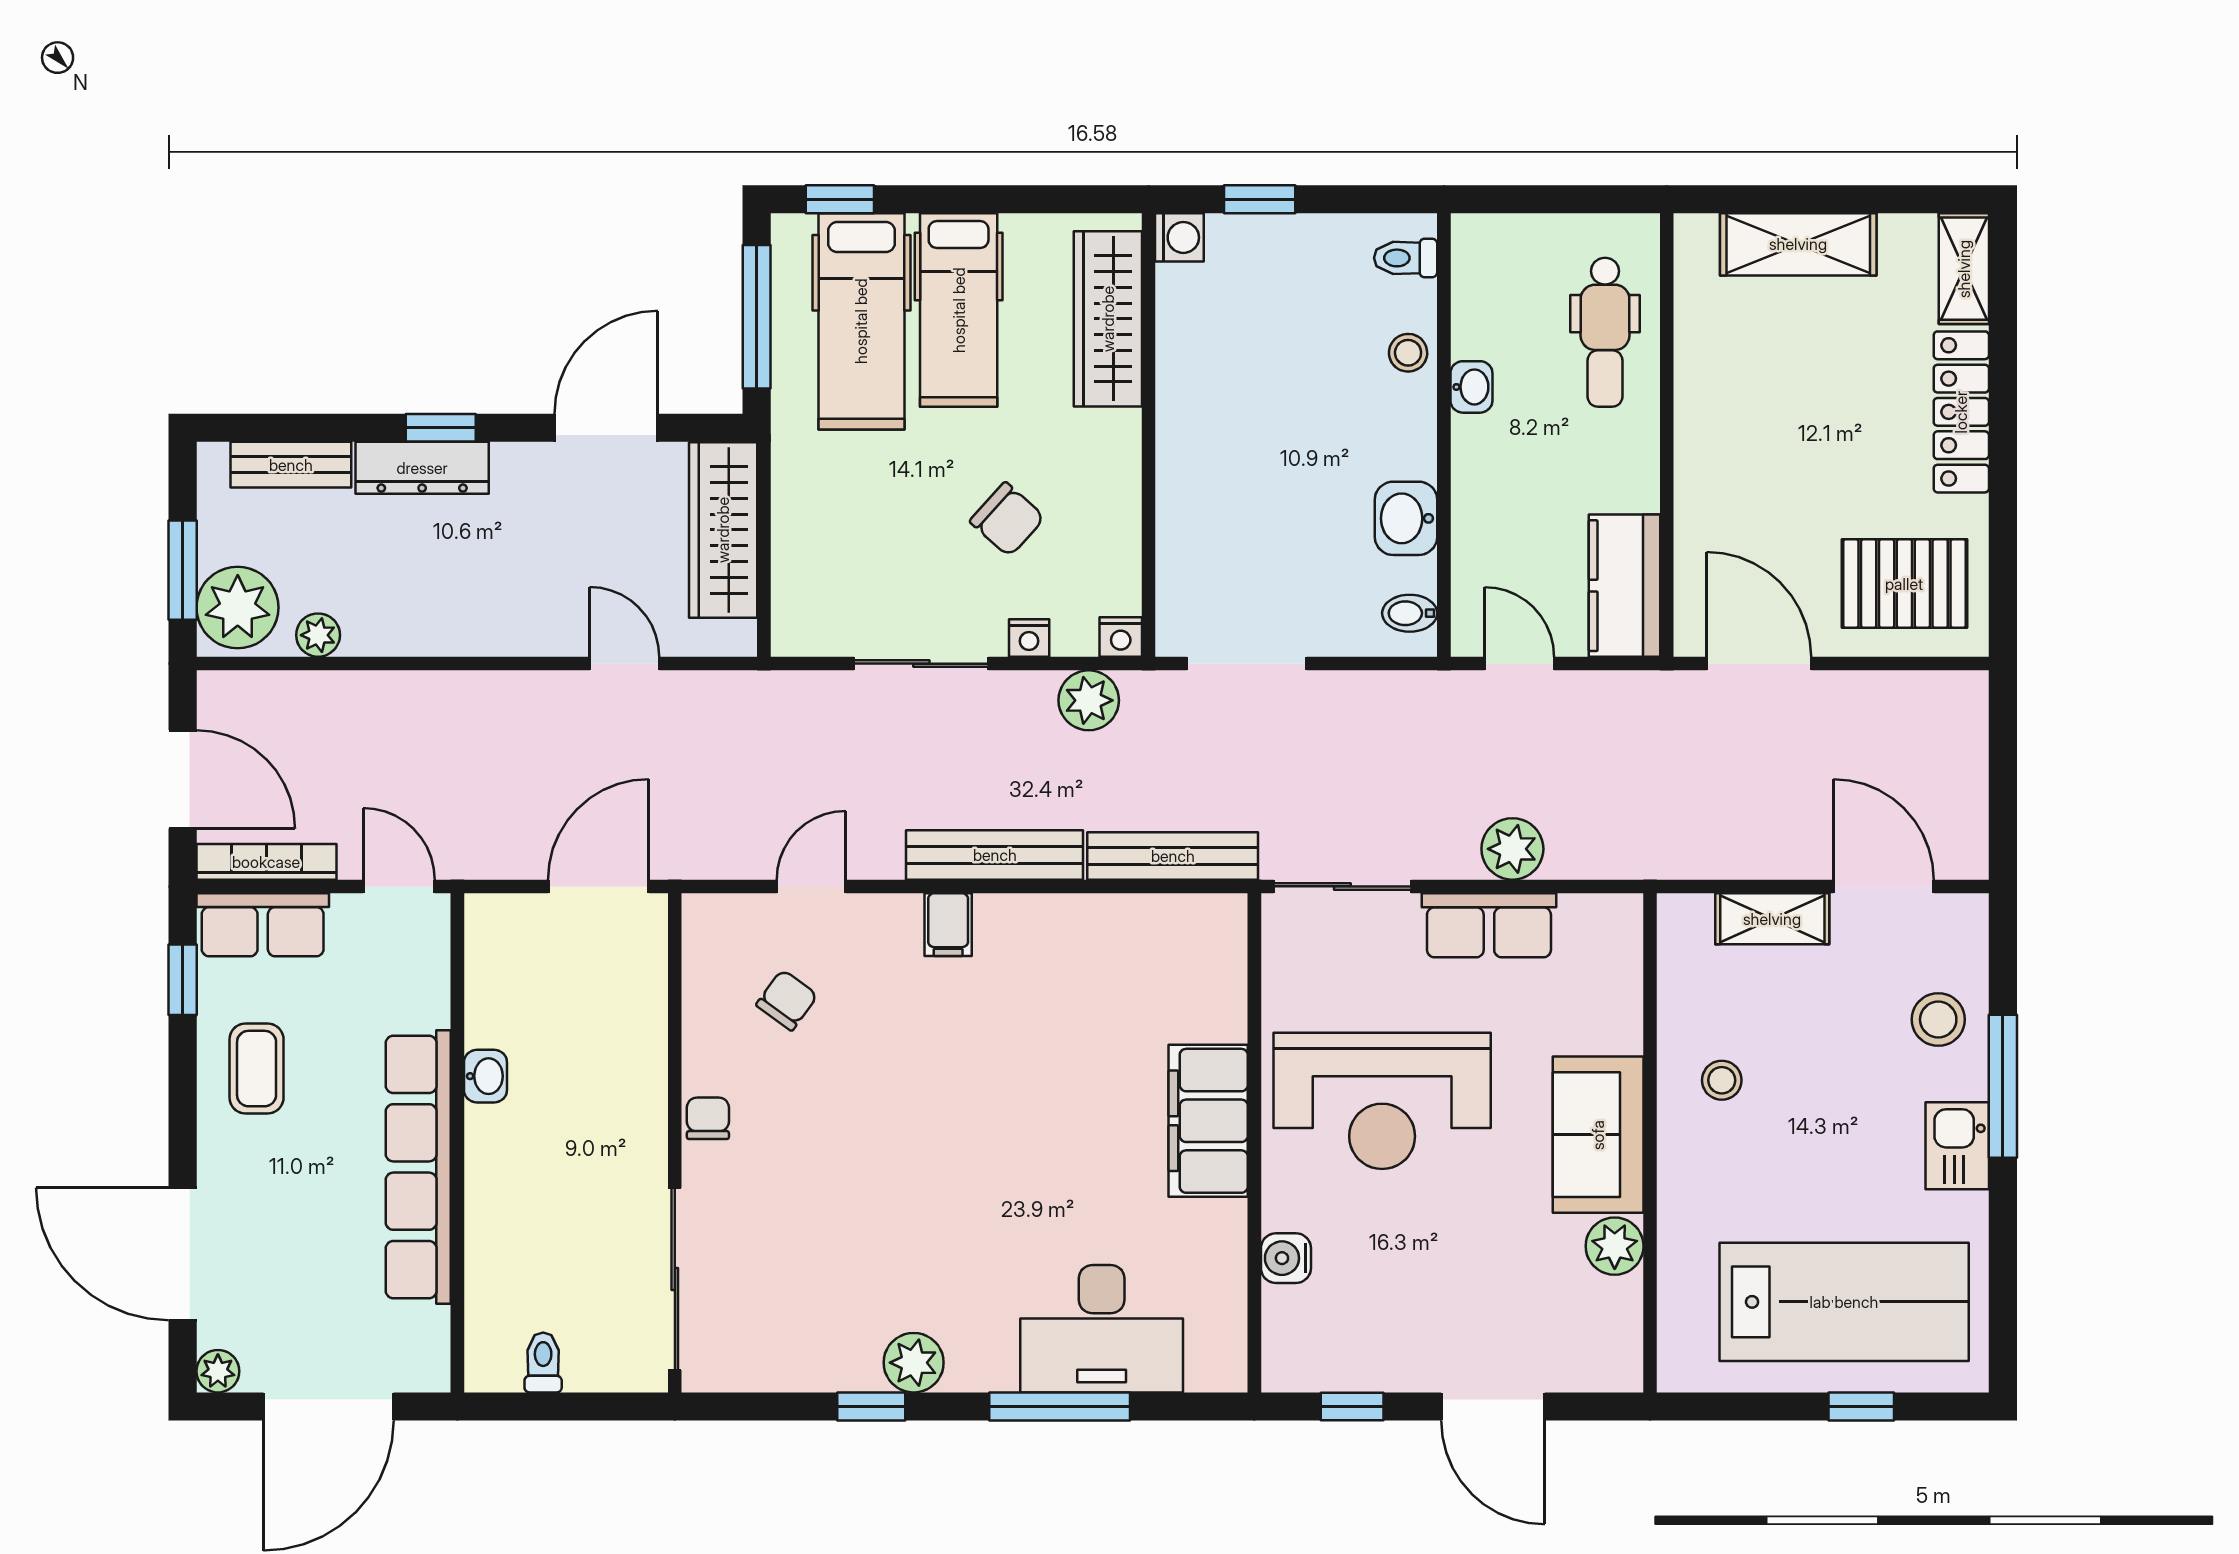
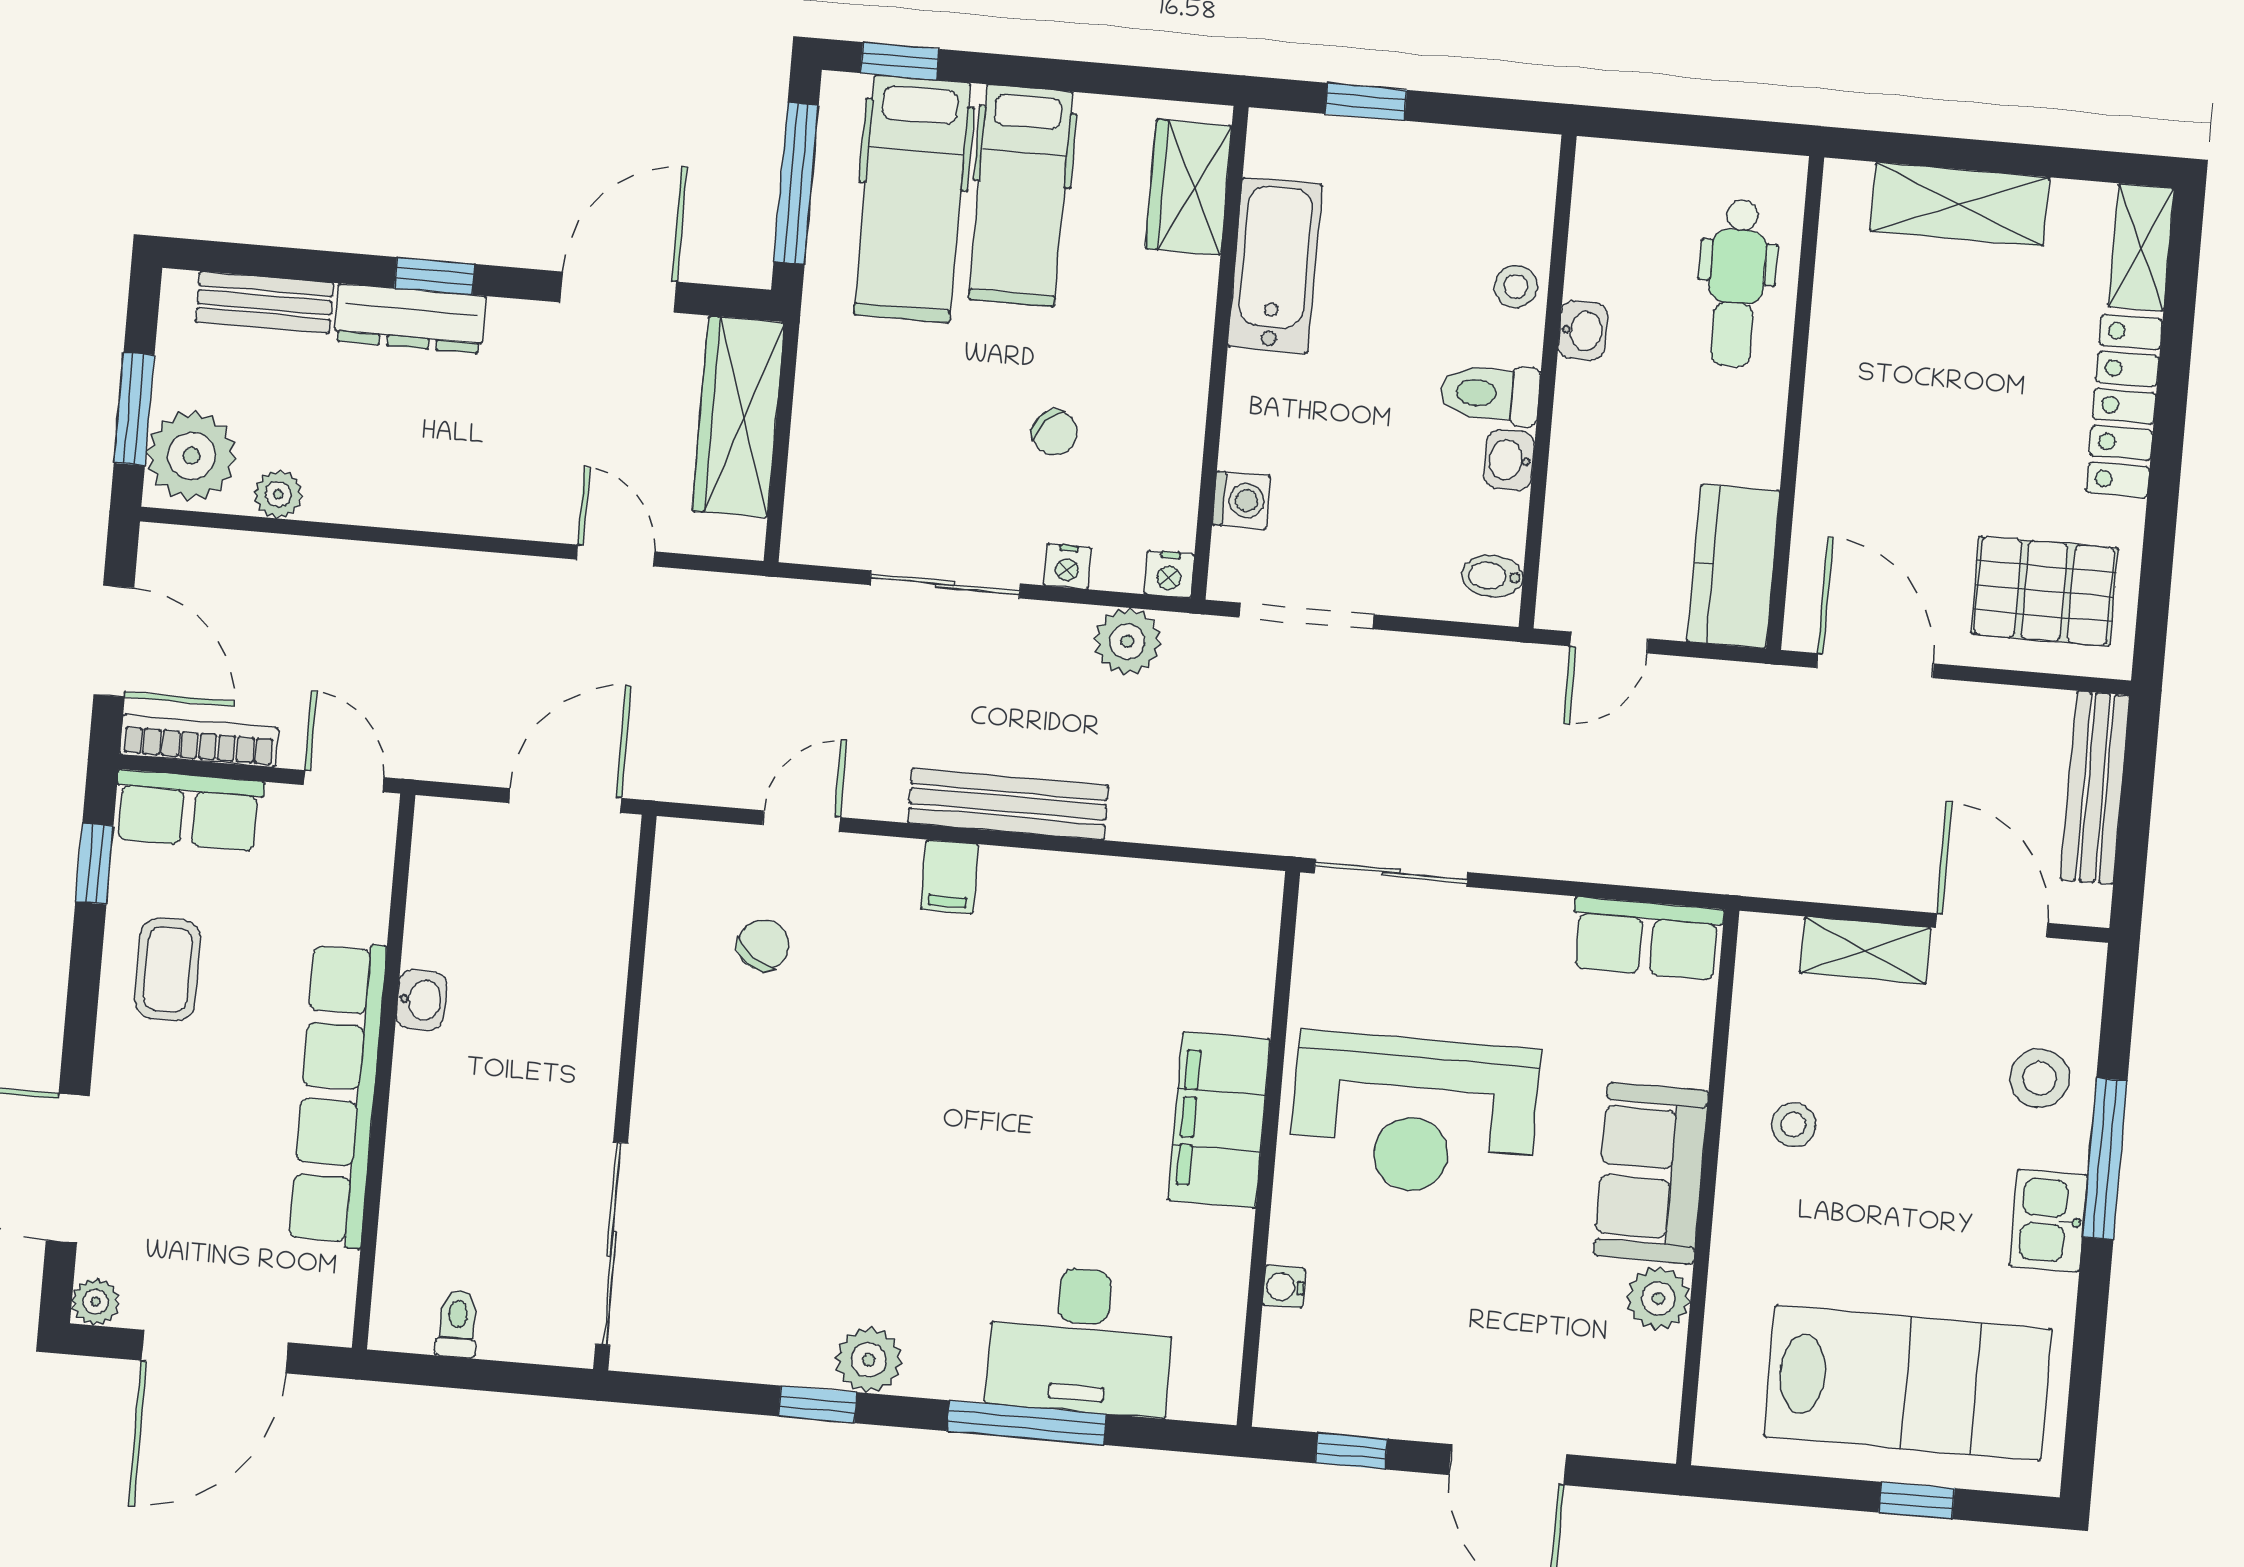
washing machine: (1179, 237) -> (1241, 500), moved
toilet: (1406, 258) -> (1490, 394), moved, width x1.37, depth x1.39
wardrobe: (1108, 319) -> (1189, 187), width x0.67
bathtub: (1191, 353) -> (1275, 265), added
washbasin: (1406, 518) -> (1509, 460), width x0.72, depth x0.69
chair: (1007, 519) -> (1055, 433), width x0.73, depth x0.73
door: (1519, 664) -> (1609, 642), swing flipped
plant: (1512, 849) -> (1583, 848), removed
bench: (1173, 856) -> (2095, 788), moved, turned 90
row of seats: (1489, 925) -> (1647, 939), moved
chair: (708, 1118) -> (664, 1069), removed
water cooler: (1286, 1258) -> (1284, 1287), width x0.72, depth x0.72

